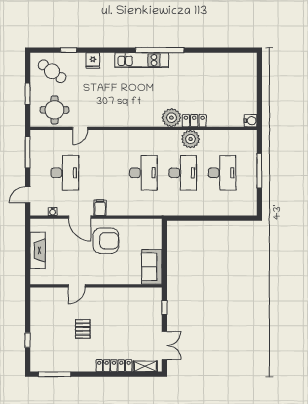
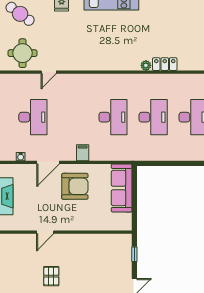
plant: (171, 118) -> (146, 65), width x0.53, depth x0.53
plant: (191, 139) -> (161, 83), removed
filing cabinet: (100, 208) -> (83, 153), moved
door: (80, 217) -> (48, 162), hinge flipped
sofa: (152, 267) -> (122, 188), moved, width x1.36

